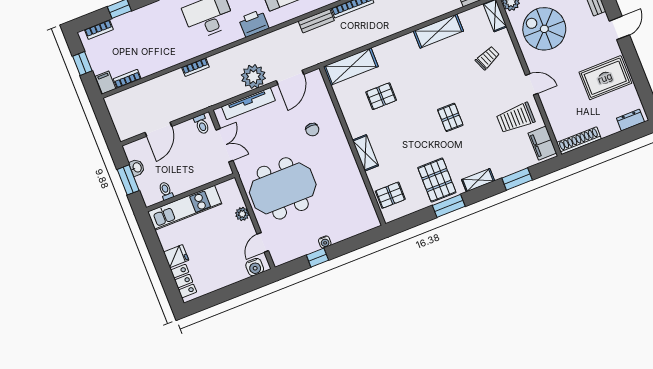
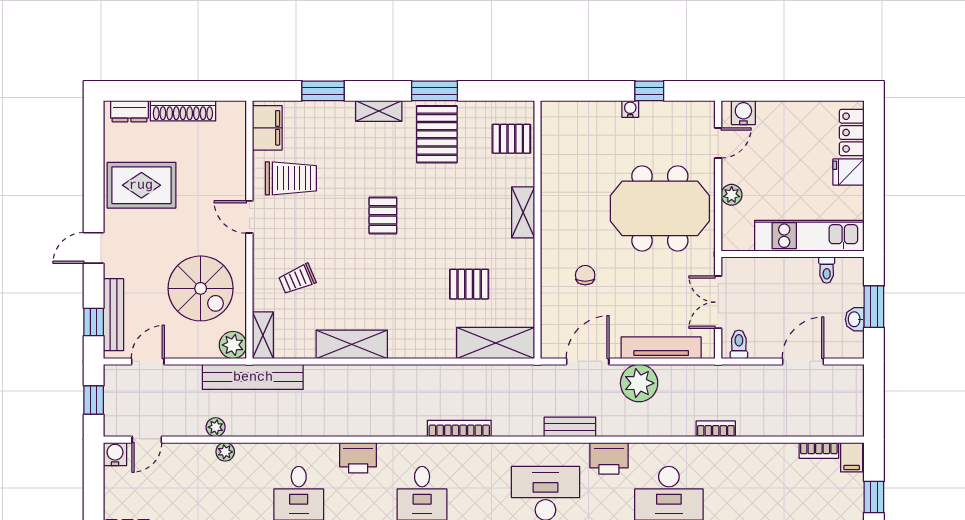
bench: (316, 21) -> (570, 427), moved
shoe rack: (579, 141) -> (183, 111), moved

